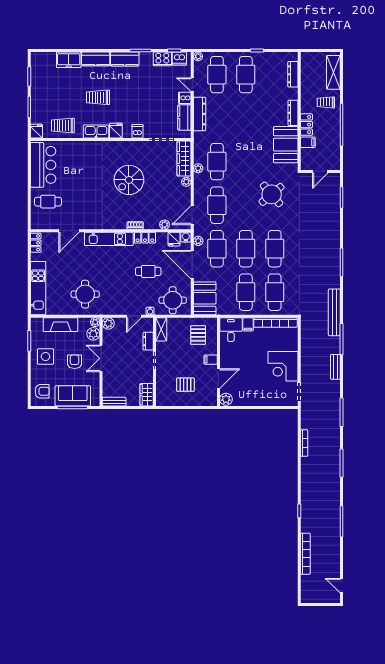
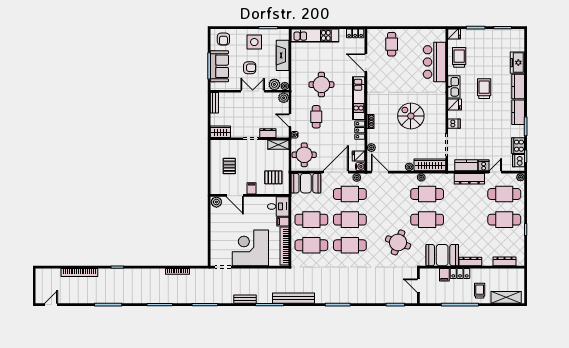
bar counter: (43, 165) -> (434, 62), moved, turned 90
round table: (272, 194) -> (398, 242), turned -30
cafe table: (217, 205) -> (427, 220), moved
cafe table: (148, 271) -> (316, 117), moved
round table: (85, 294) -> (321, 85), moved
corner desk: (283, 366) -> (250, 248), width x1.36, depth x1.36

